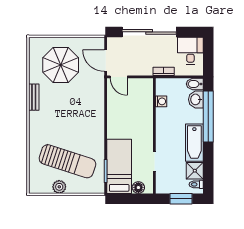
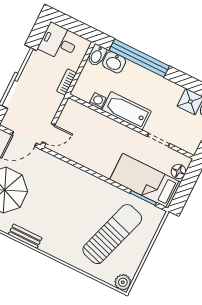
bathtub: (194, 143) -> (127, 111), moved, turned 180
plant: (59, 187) -> (123, 282), moved

